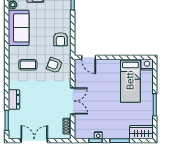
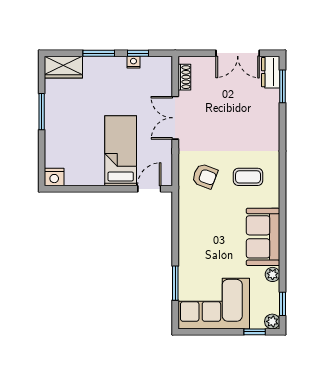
armchair: (60, 39) -> (195, 218), removed
door: (89, 57) -> (149, 189), hinge flipped
bed: (130, 81) -> (121, 151), moved
dresser: (14, 99) -> (271, 72), moved

